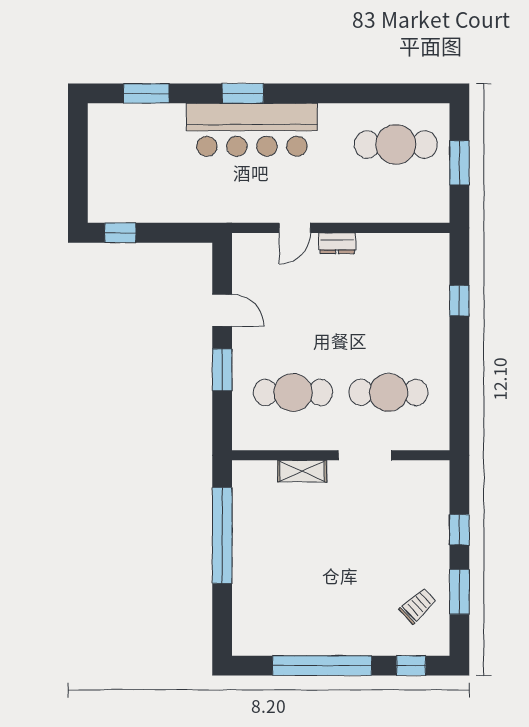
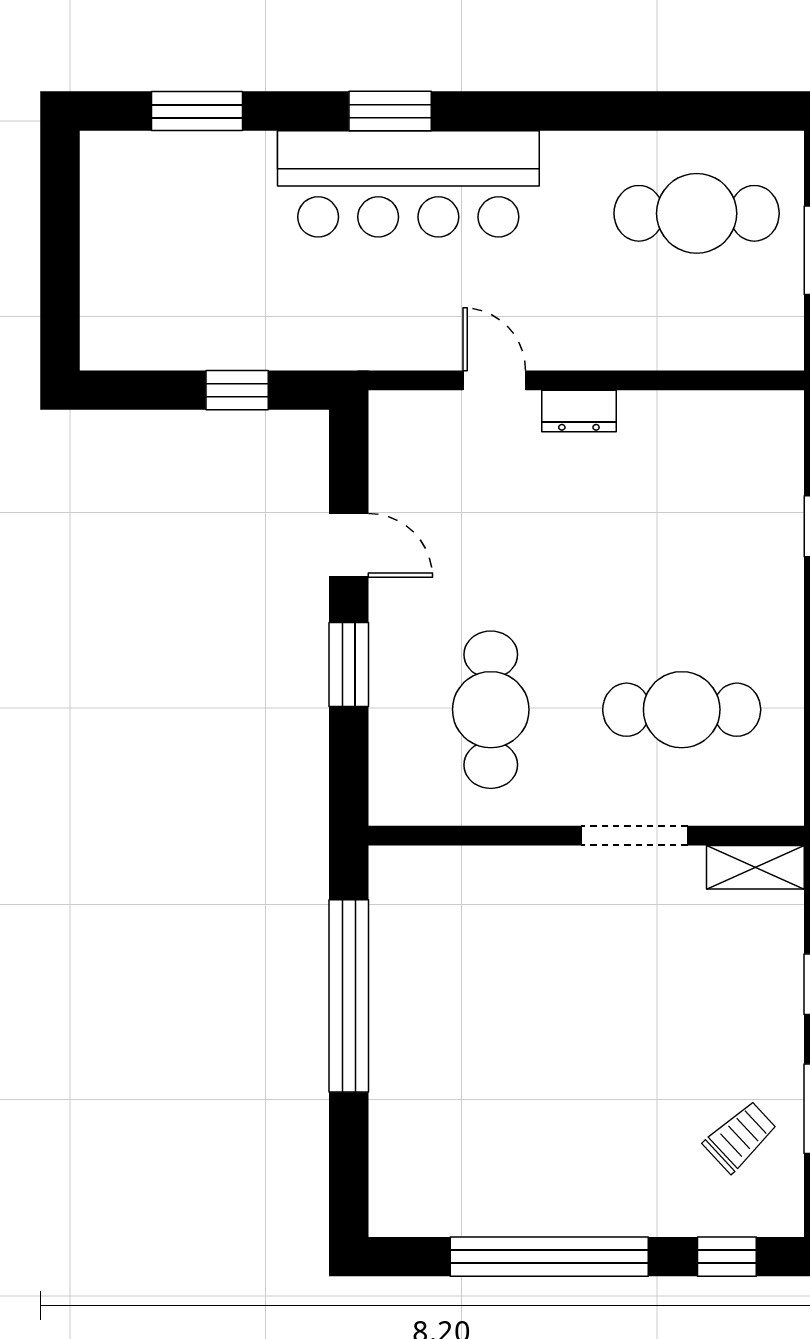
door: (295, 228) -> (494, 380), swing flipped
window: (120, 233) -> (237, 390), moved
cafe table: (293, 392) -> (491, 710), turned 90
shelving: (302, 471) -> (755, 867), moved

